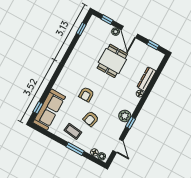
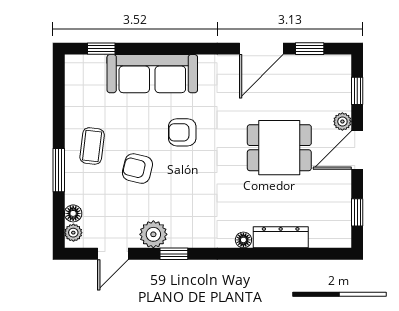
door: (71, 47) -> (261, 49), added
sofa: (49, 110) -> (152, 74), moved
plant: (125, 116) -> (153, 234), moved

